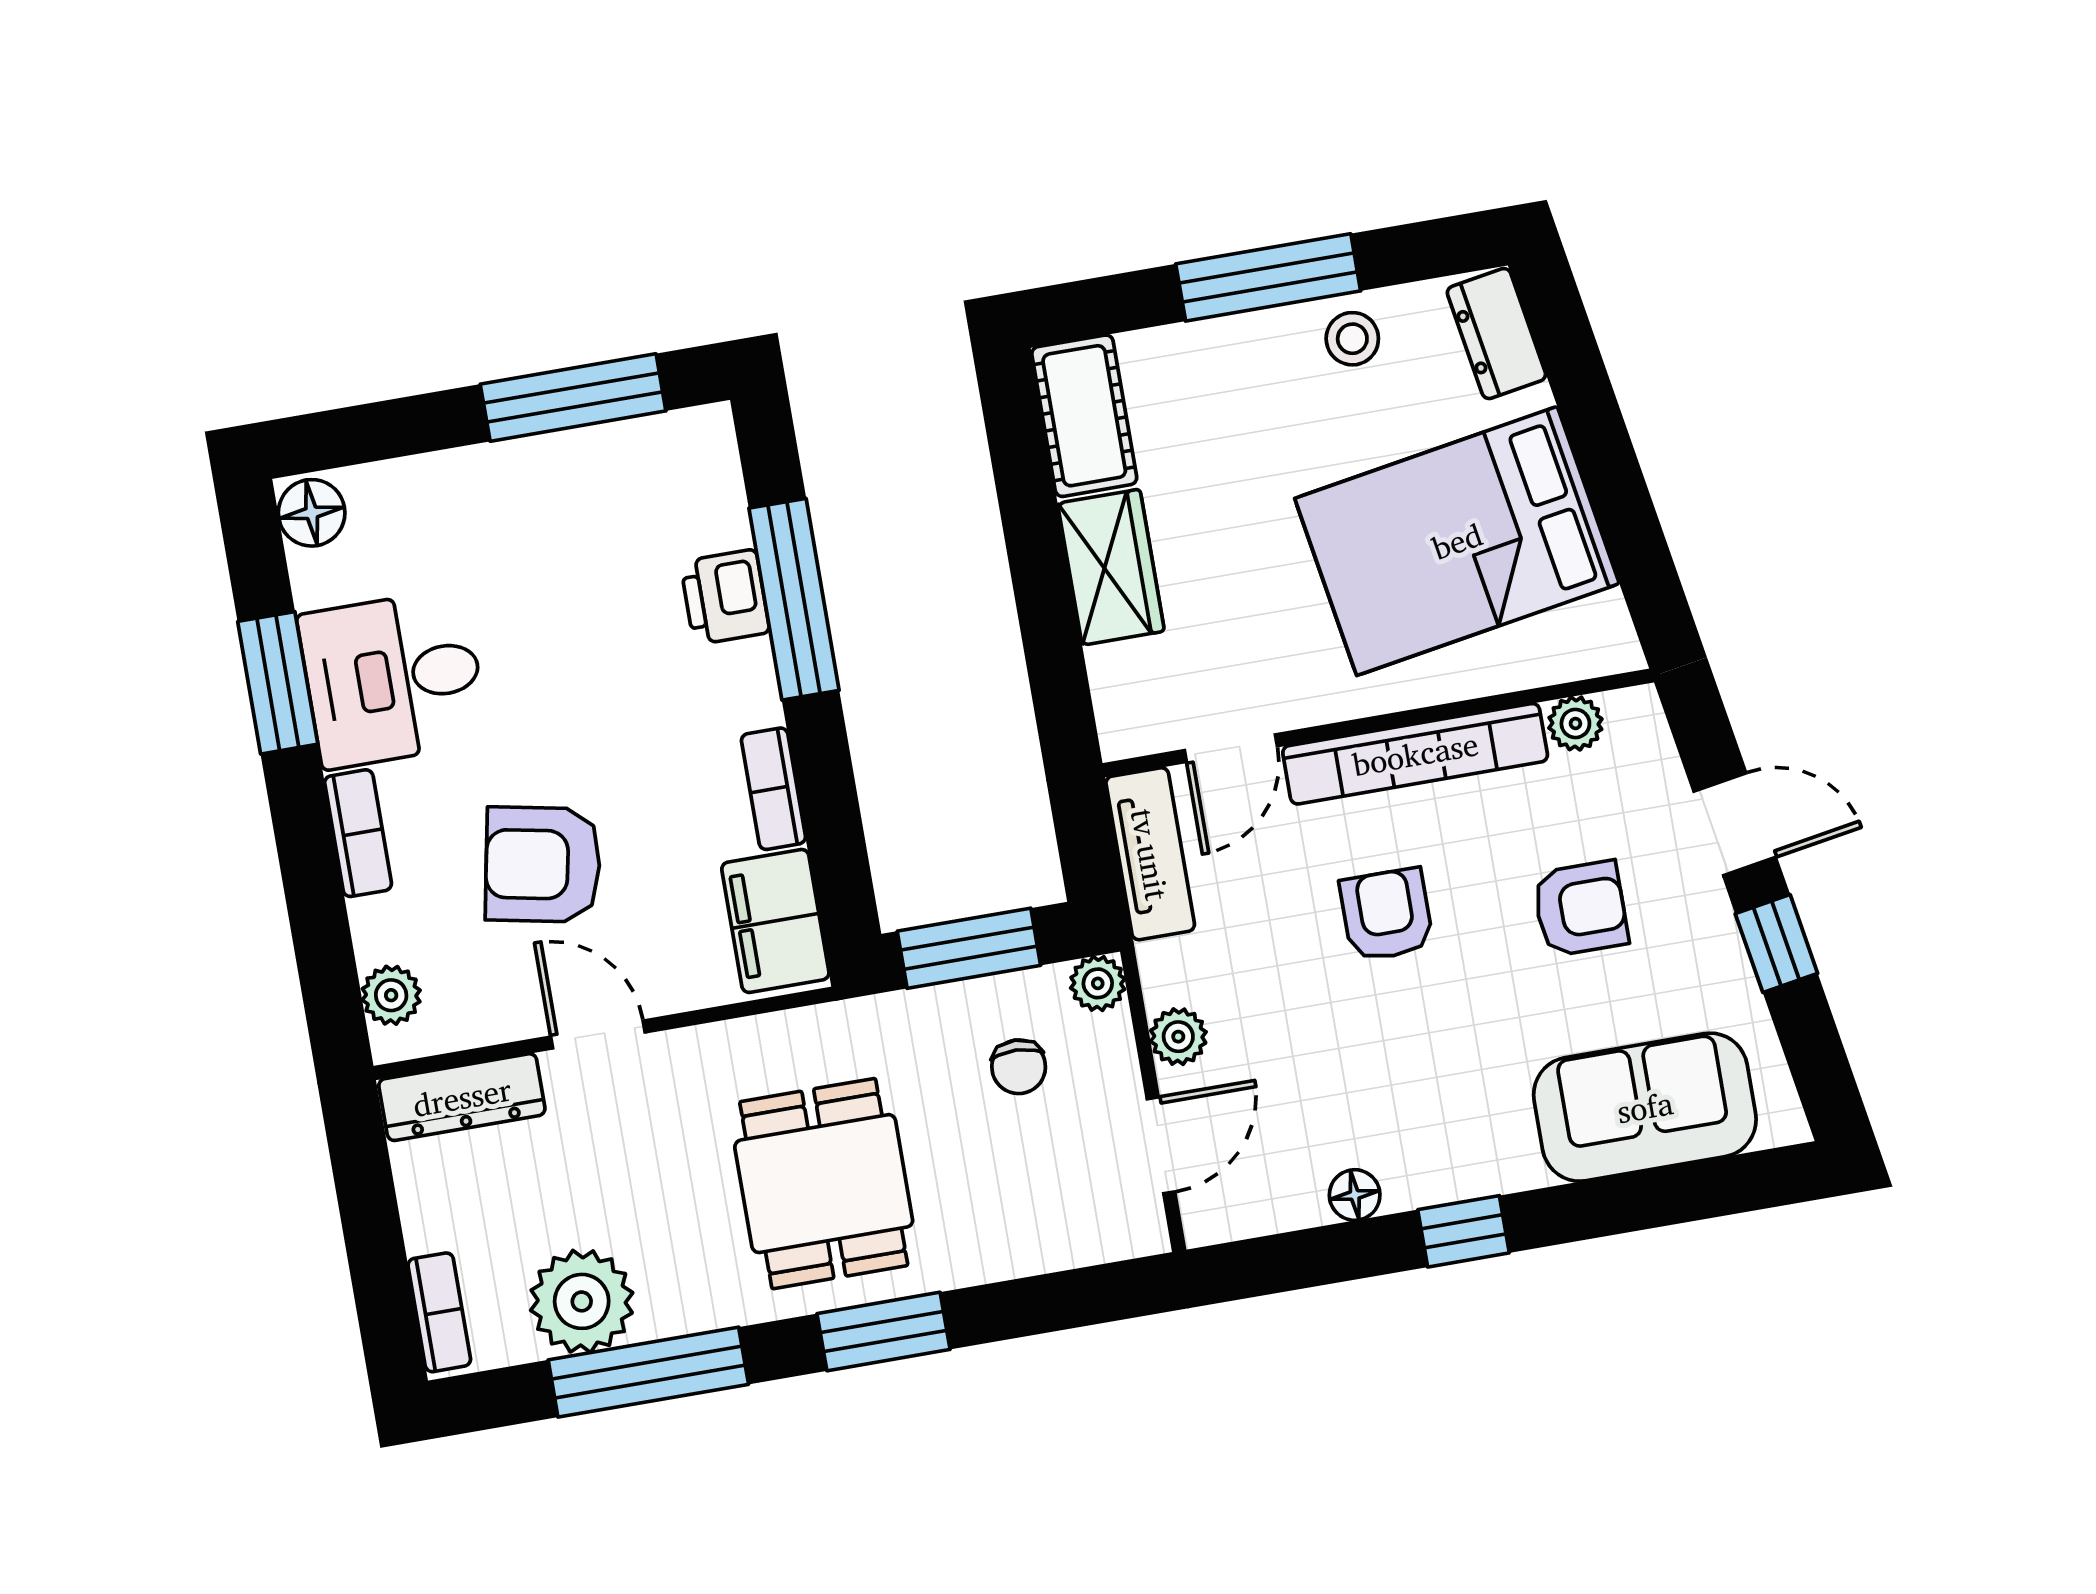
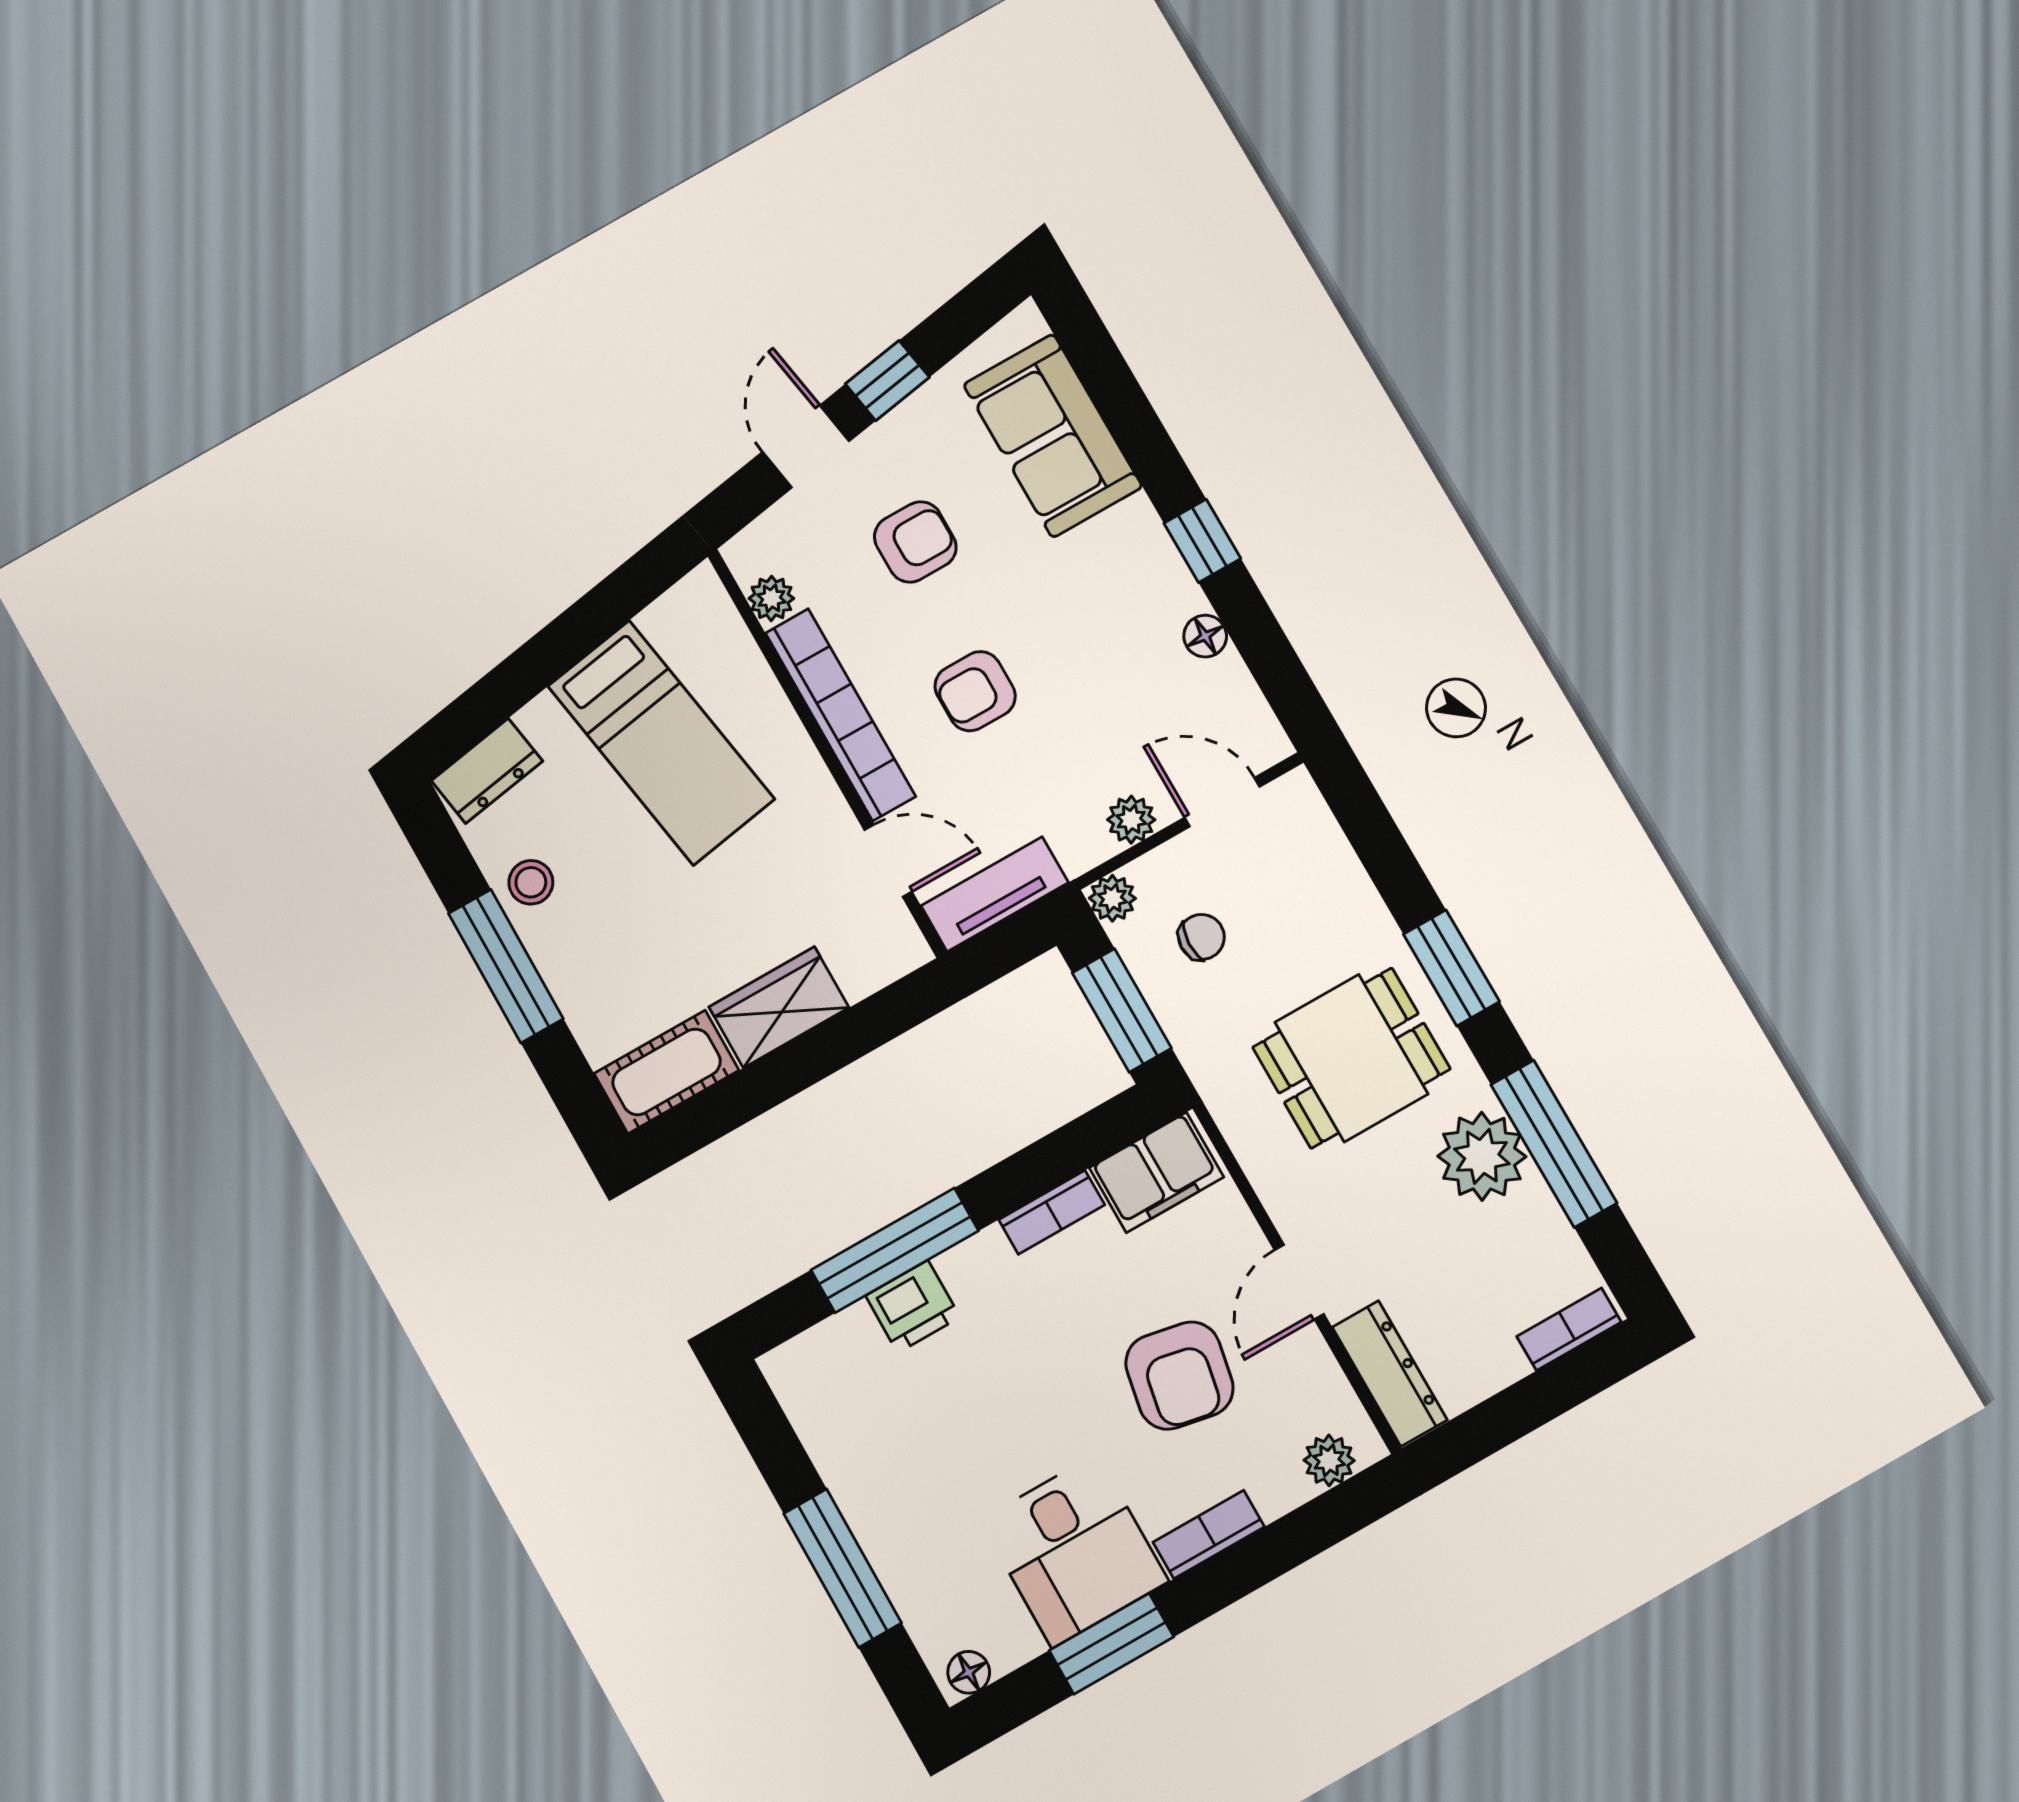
window: (573, 398) -> (843, 1568), moved
floor lamp: (312, 513) -> (969, 1672), width x0.73, depth x0.73
bed: (1457, 541) -> (661, 743), width x0.67
armchair: (1580, 909) -> (915, 542), turned 90
plant: (582, 1301) -> (1482, 1156), moved

